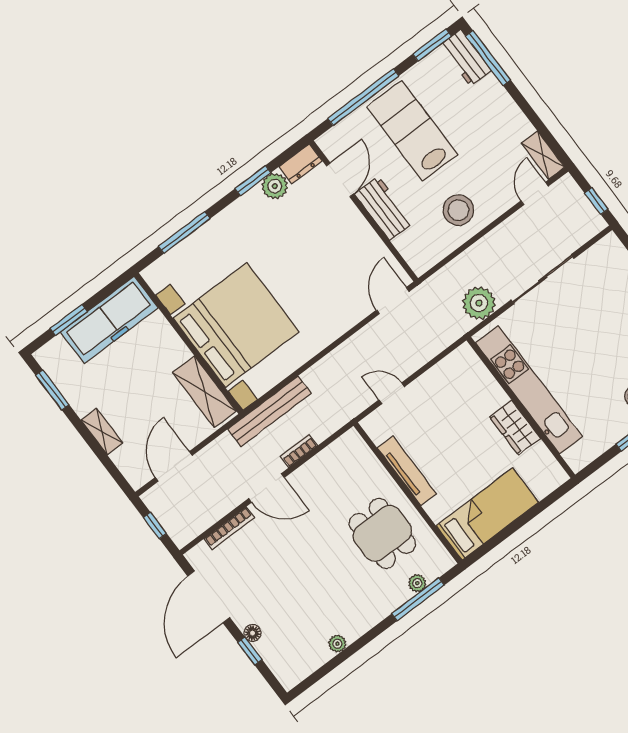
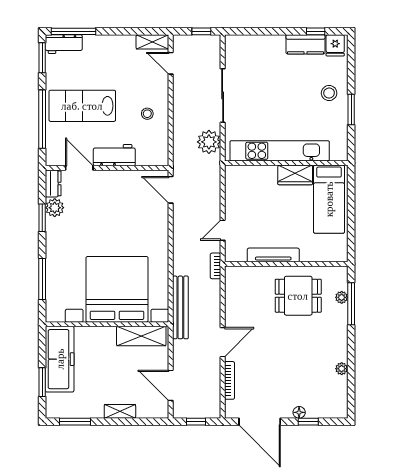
stool: (458, 210) -> (147, 114), width x0.53, depth x0.53
bookcase: (299, 451) -> (216, 266), moved
bed: (487, 514) -> (329, 199), moved, turned 180

